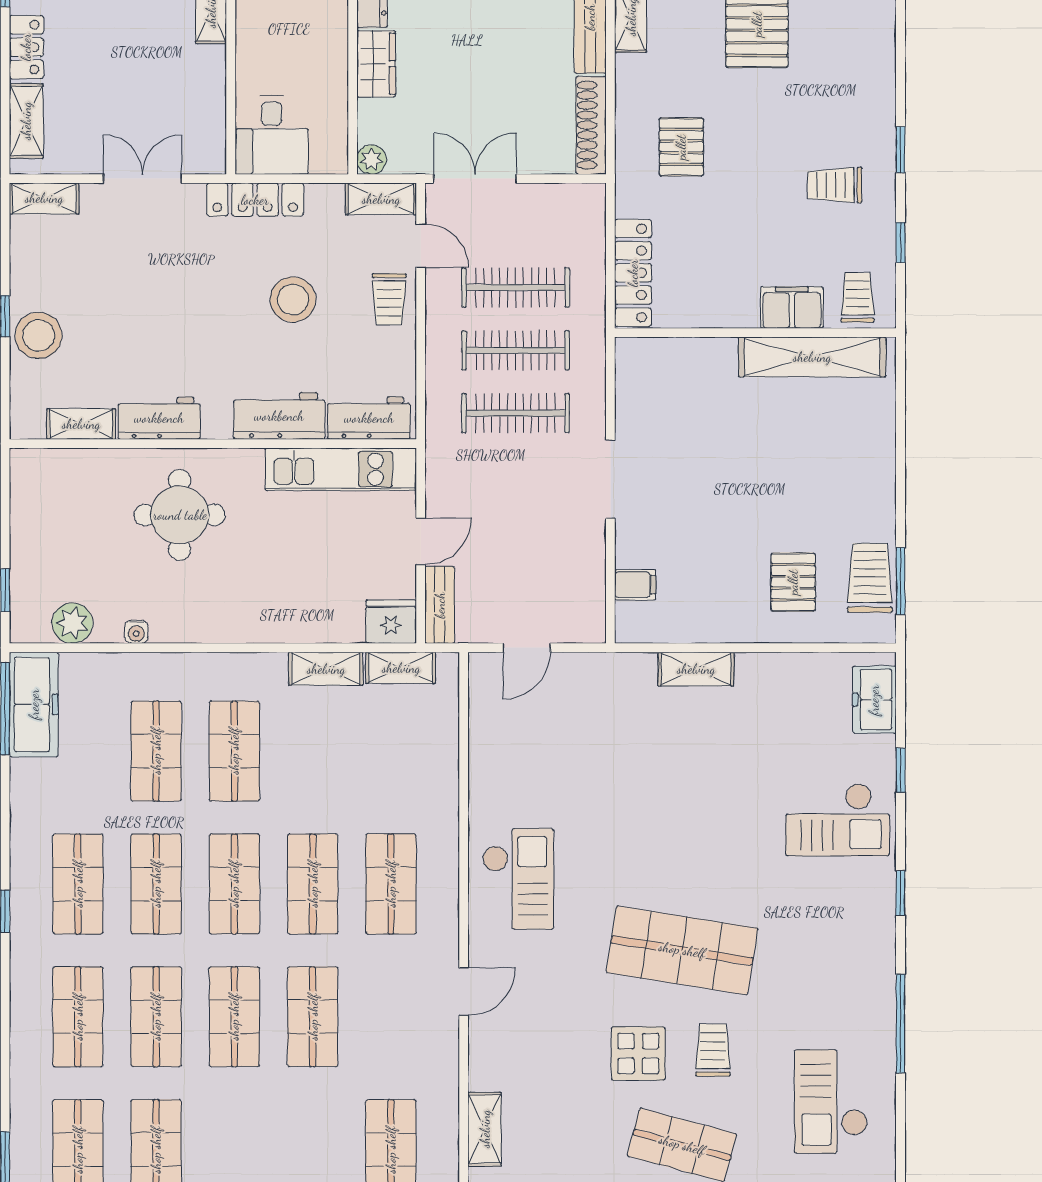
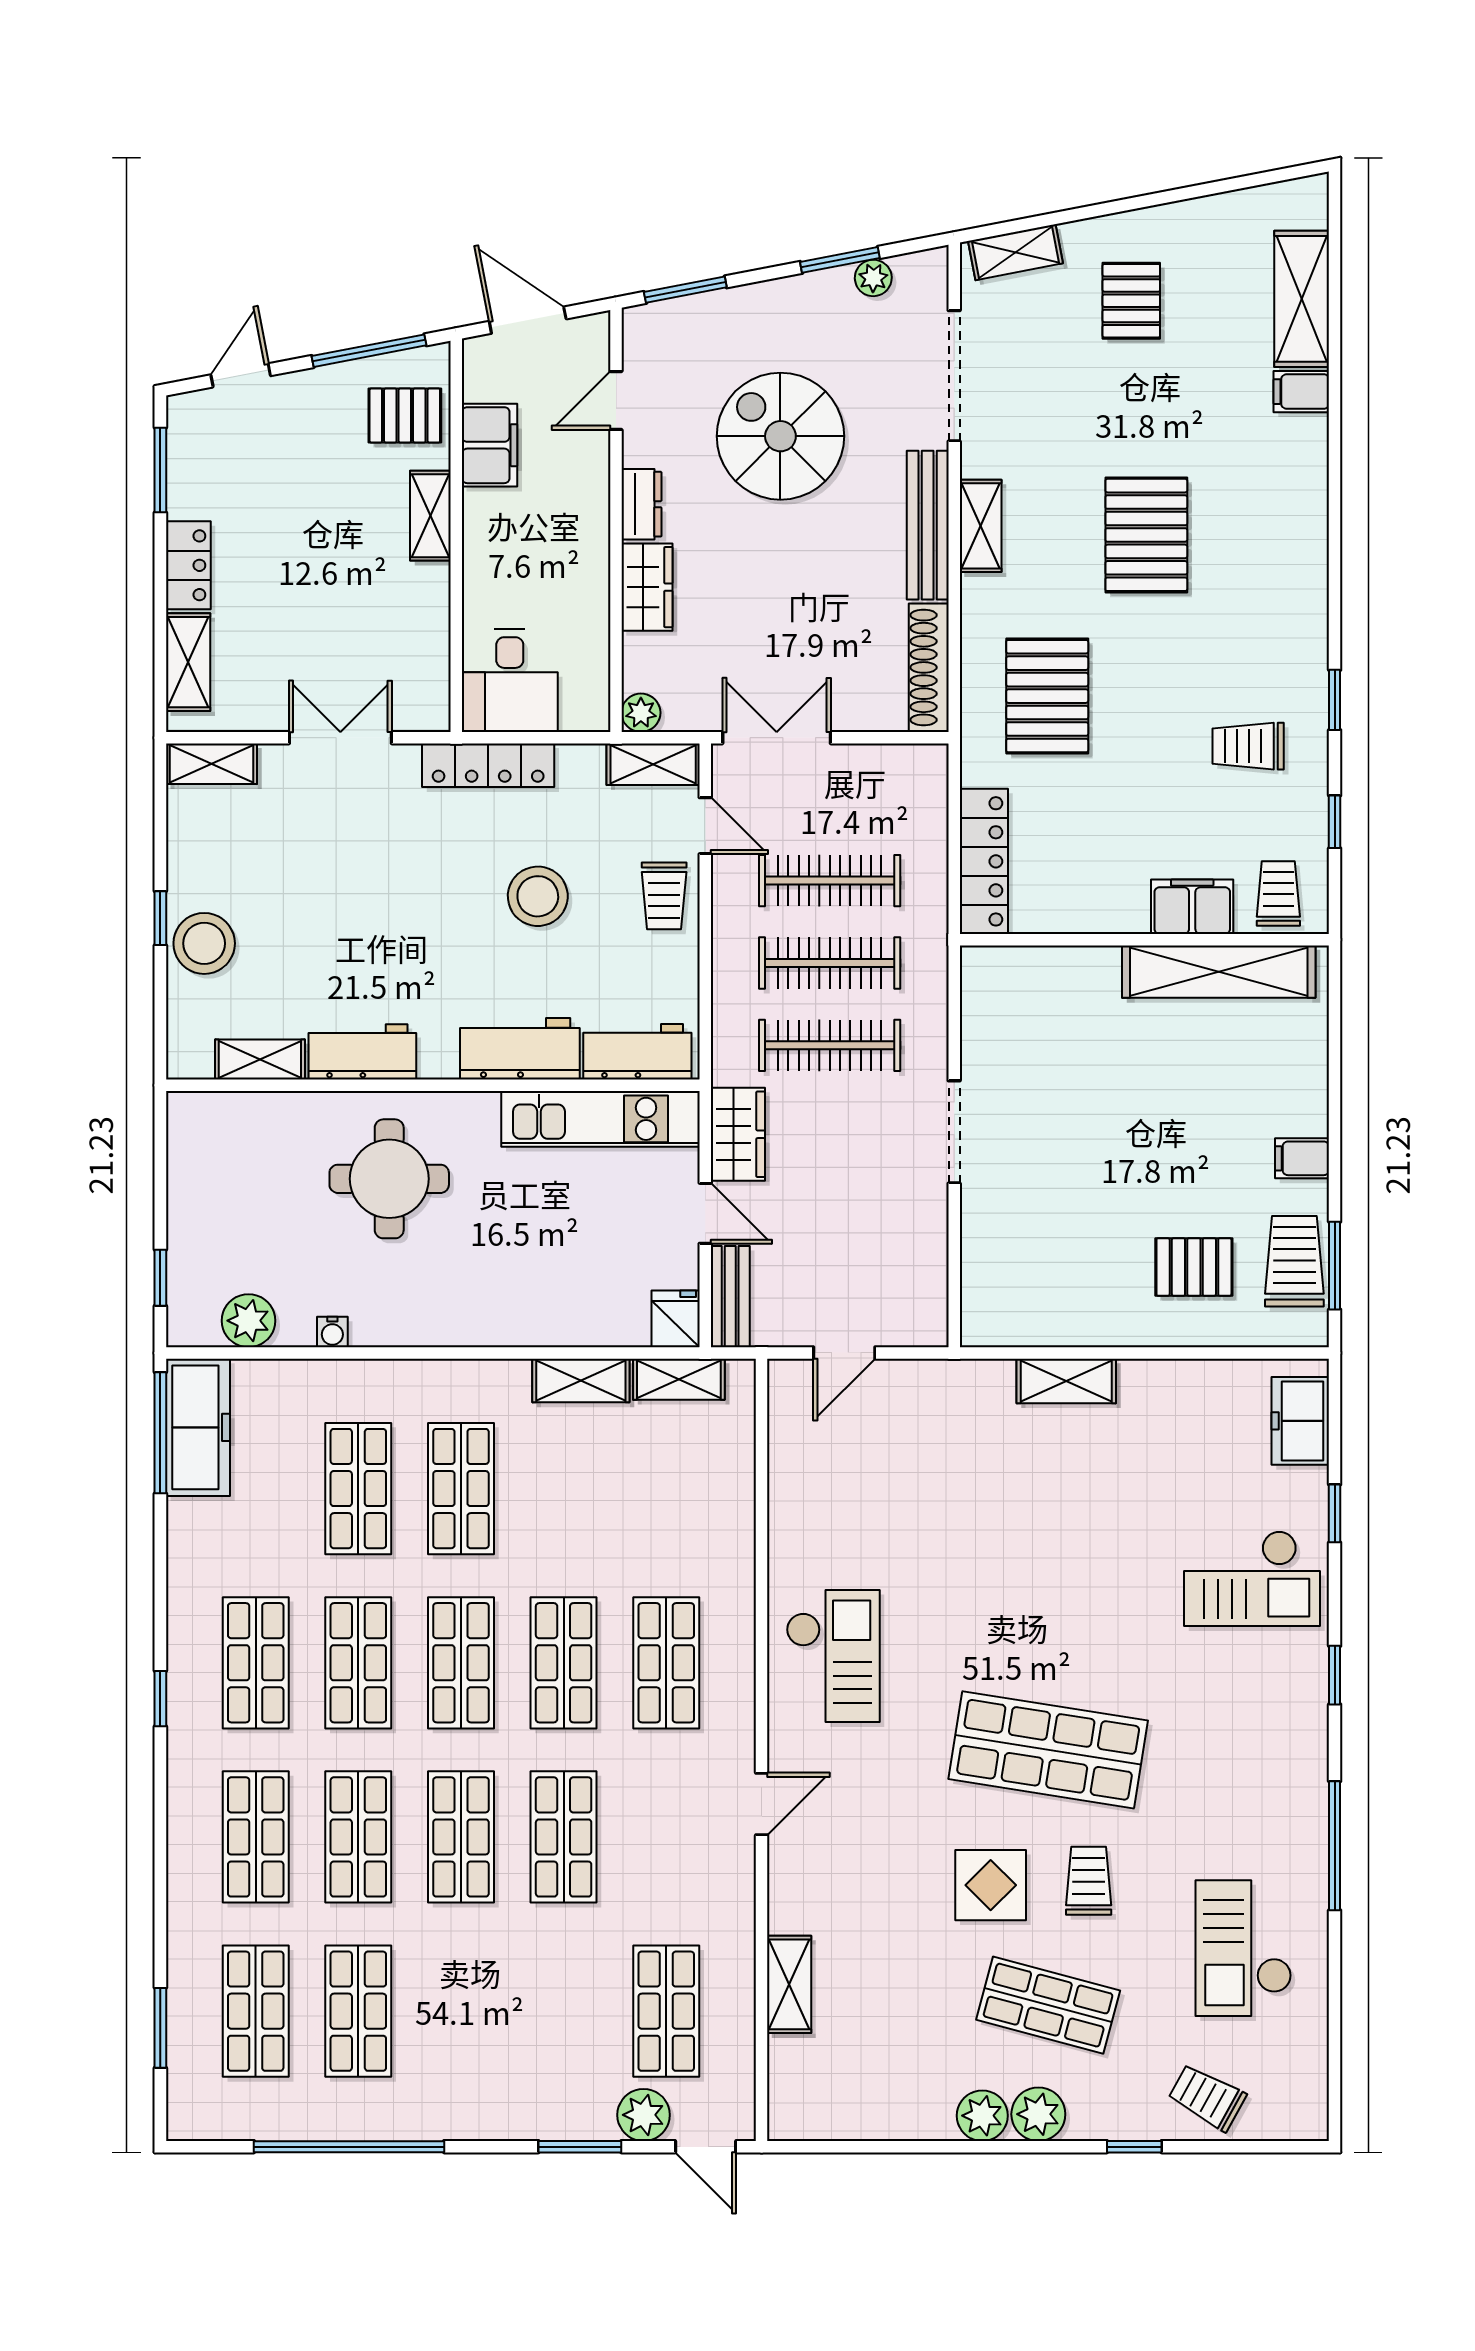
pallet: (681, 147) -> (1047, 696), width x1.50, depth x1.42
wardrobe: (446, 481) -> (738, 1134), added
door: (421, 541) -> (705, 1213), hinge flipped
pallet: (793, 582) -> (1194, 1267), turned 90
filing cabinet: (635, 585) -> (1302, 1158), moved, turned 180
fridge: (391, 622) -> (676, 1319), width x0.72

